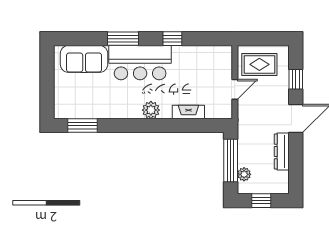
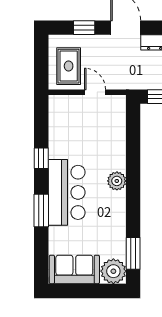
sofa: (84, 59) -> (74, 269), moved, turned -90
plant: (66, 107) -> (113, 271), added
fireplace: (188, 112) -> (119, 141), removed

